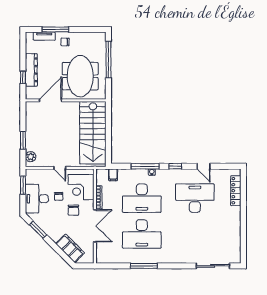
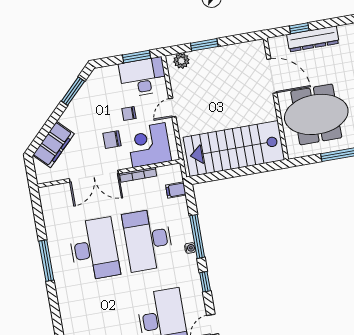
desk: (37, 199) -> (143, 77), moved
desk: (142, 234) -> (94, 249), turned 180

